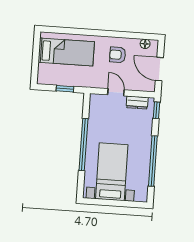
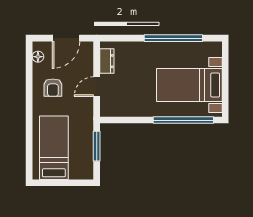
window: (65, 89) -> (97, 146), width x1.50
window: (156, 110) -> (114, 38), removed
window: (83, 145) -> (183, 120), moved

